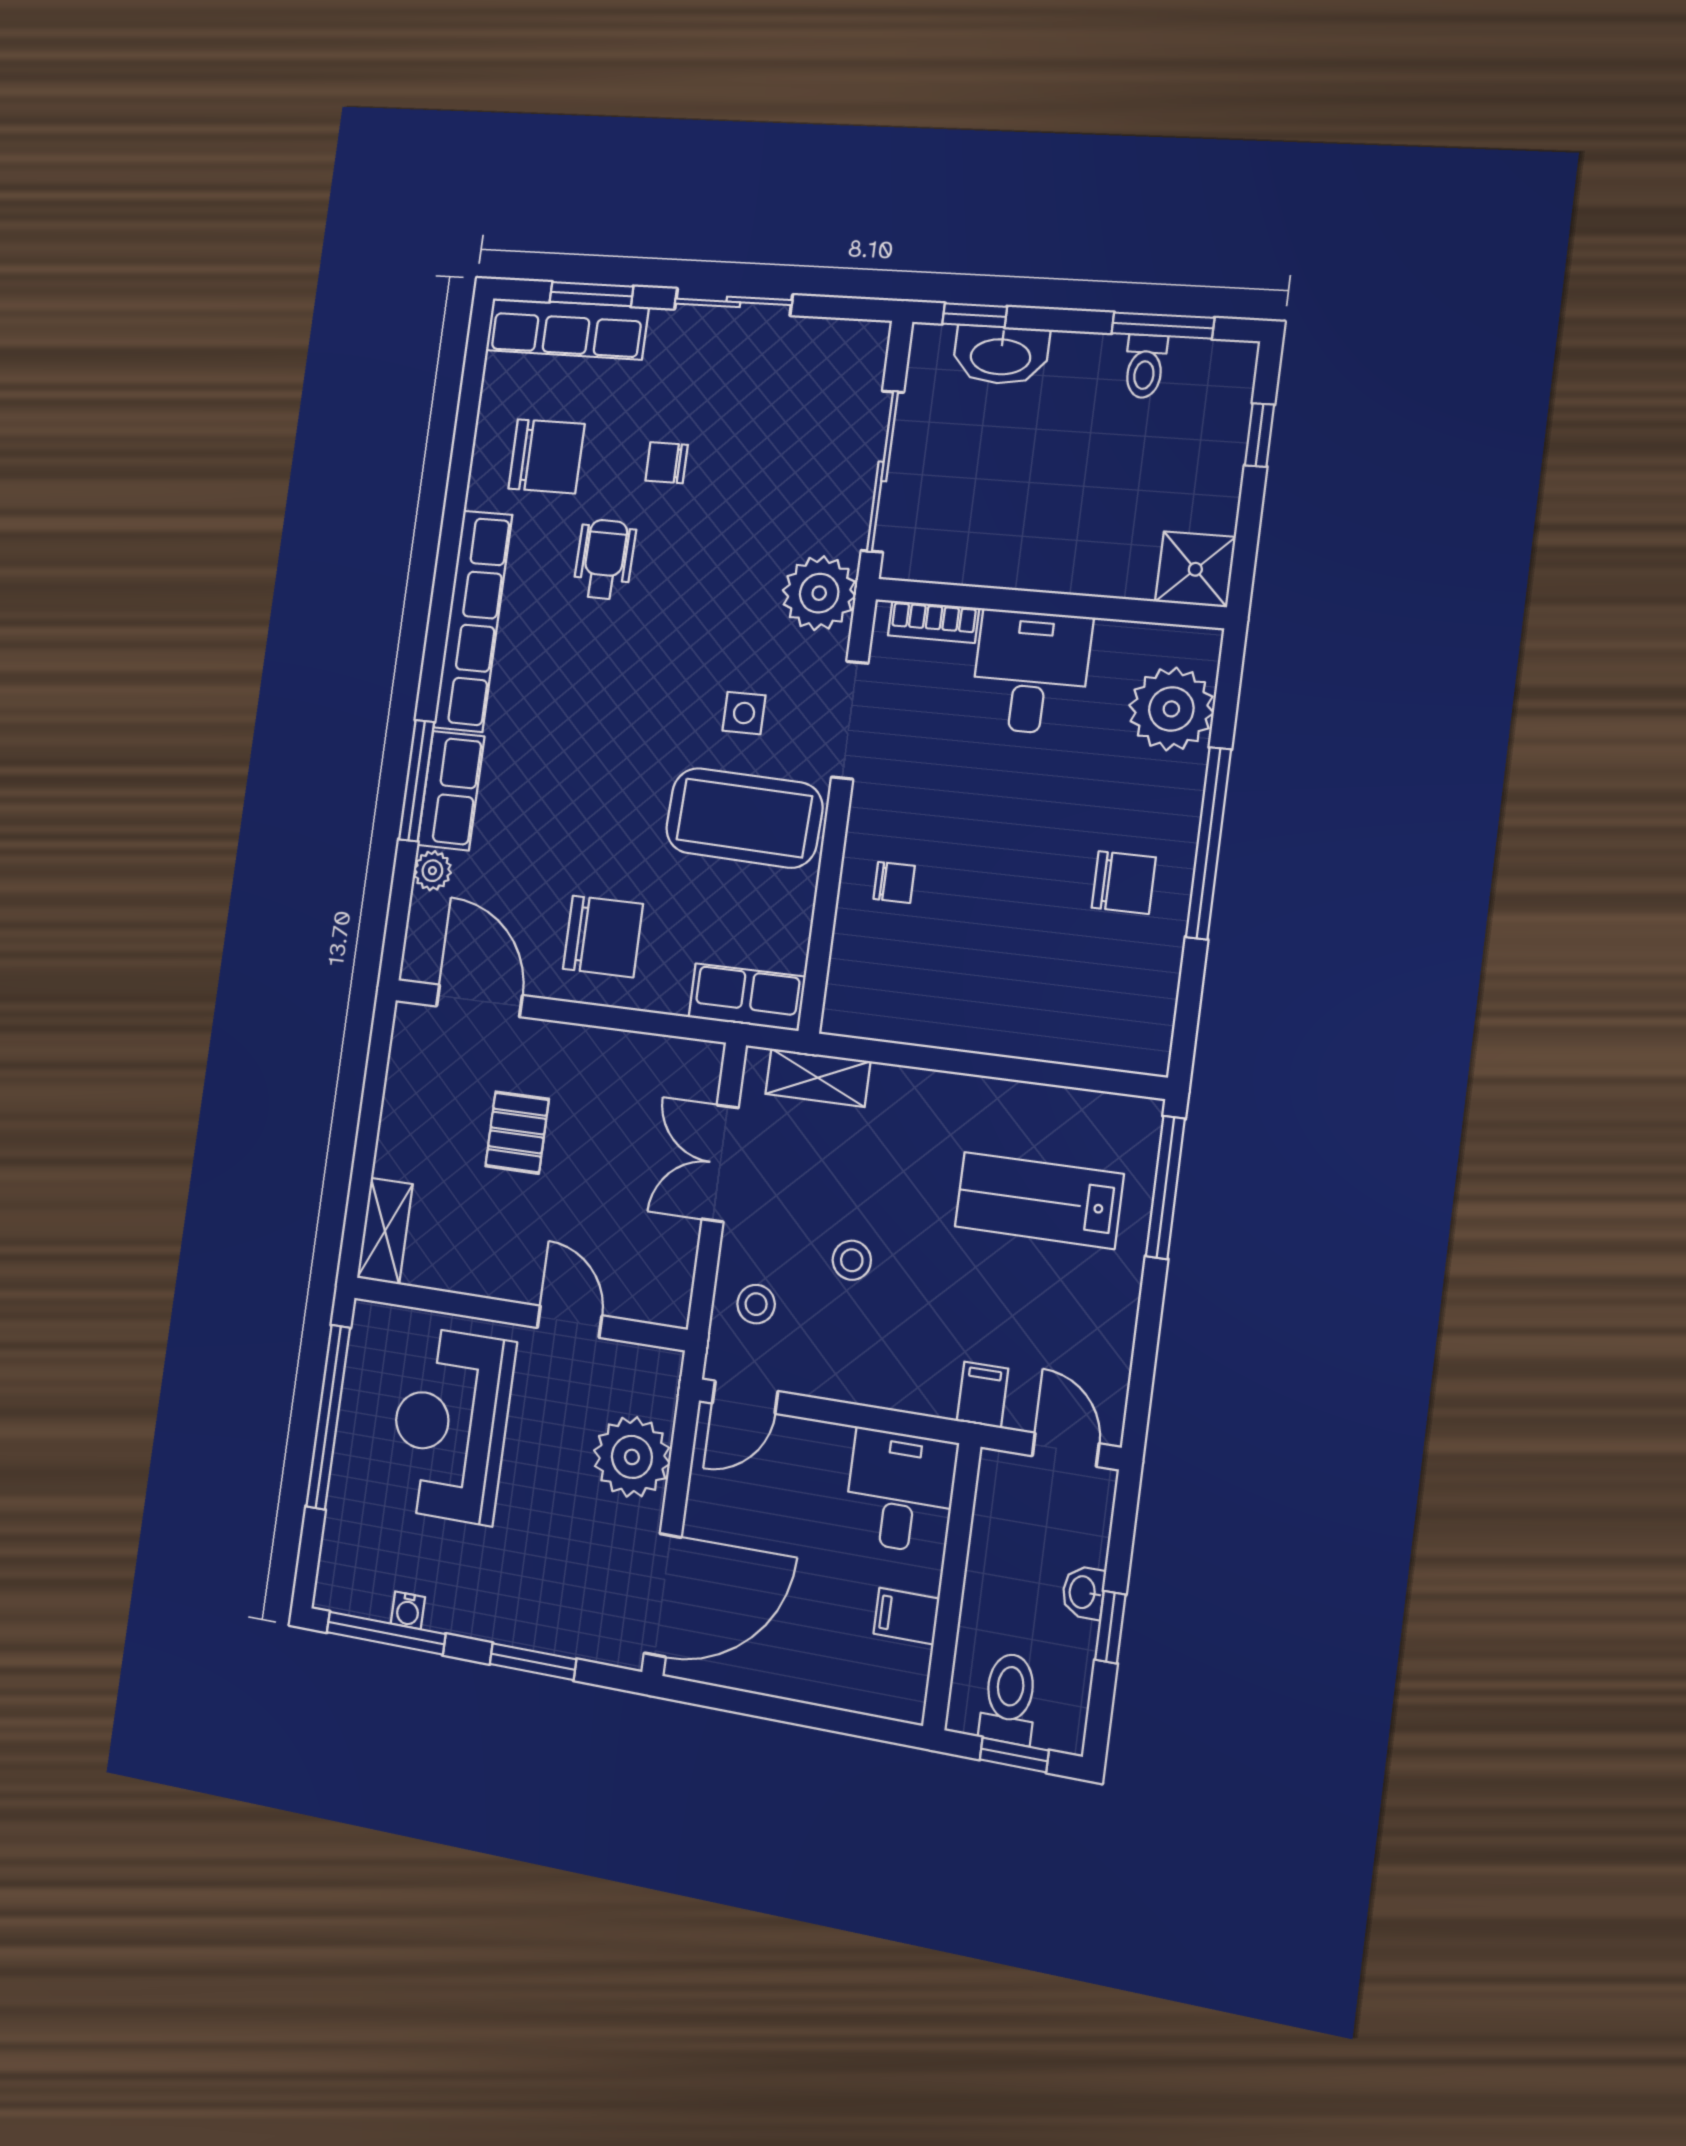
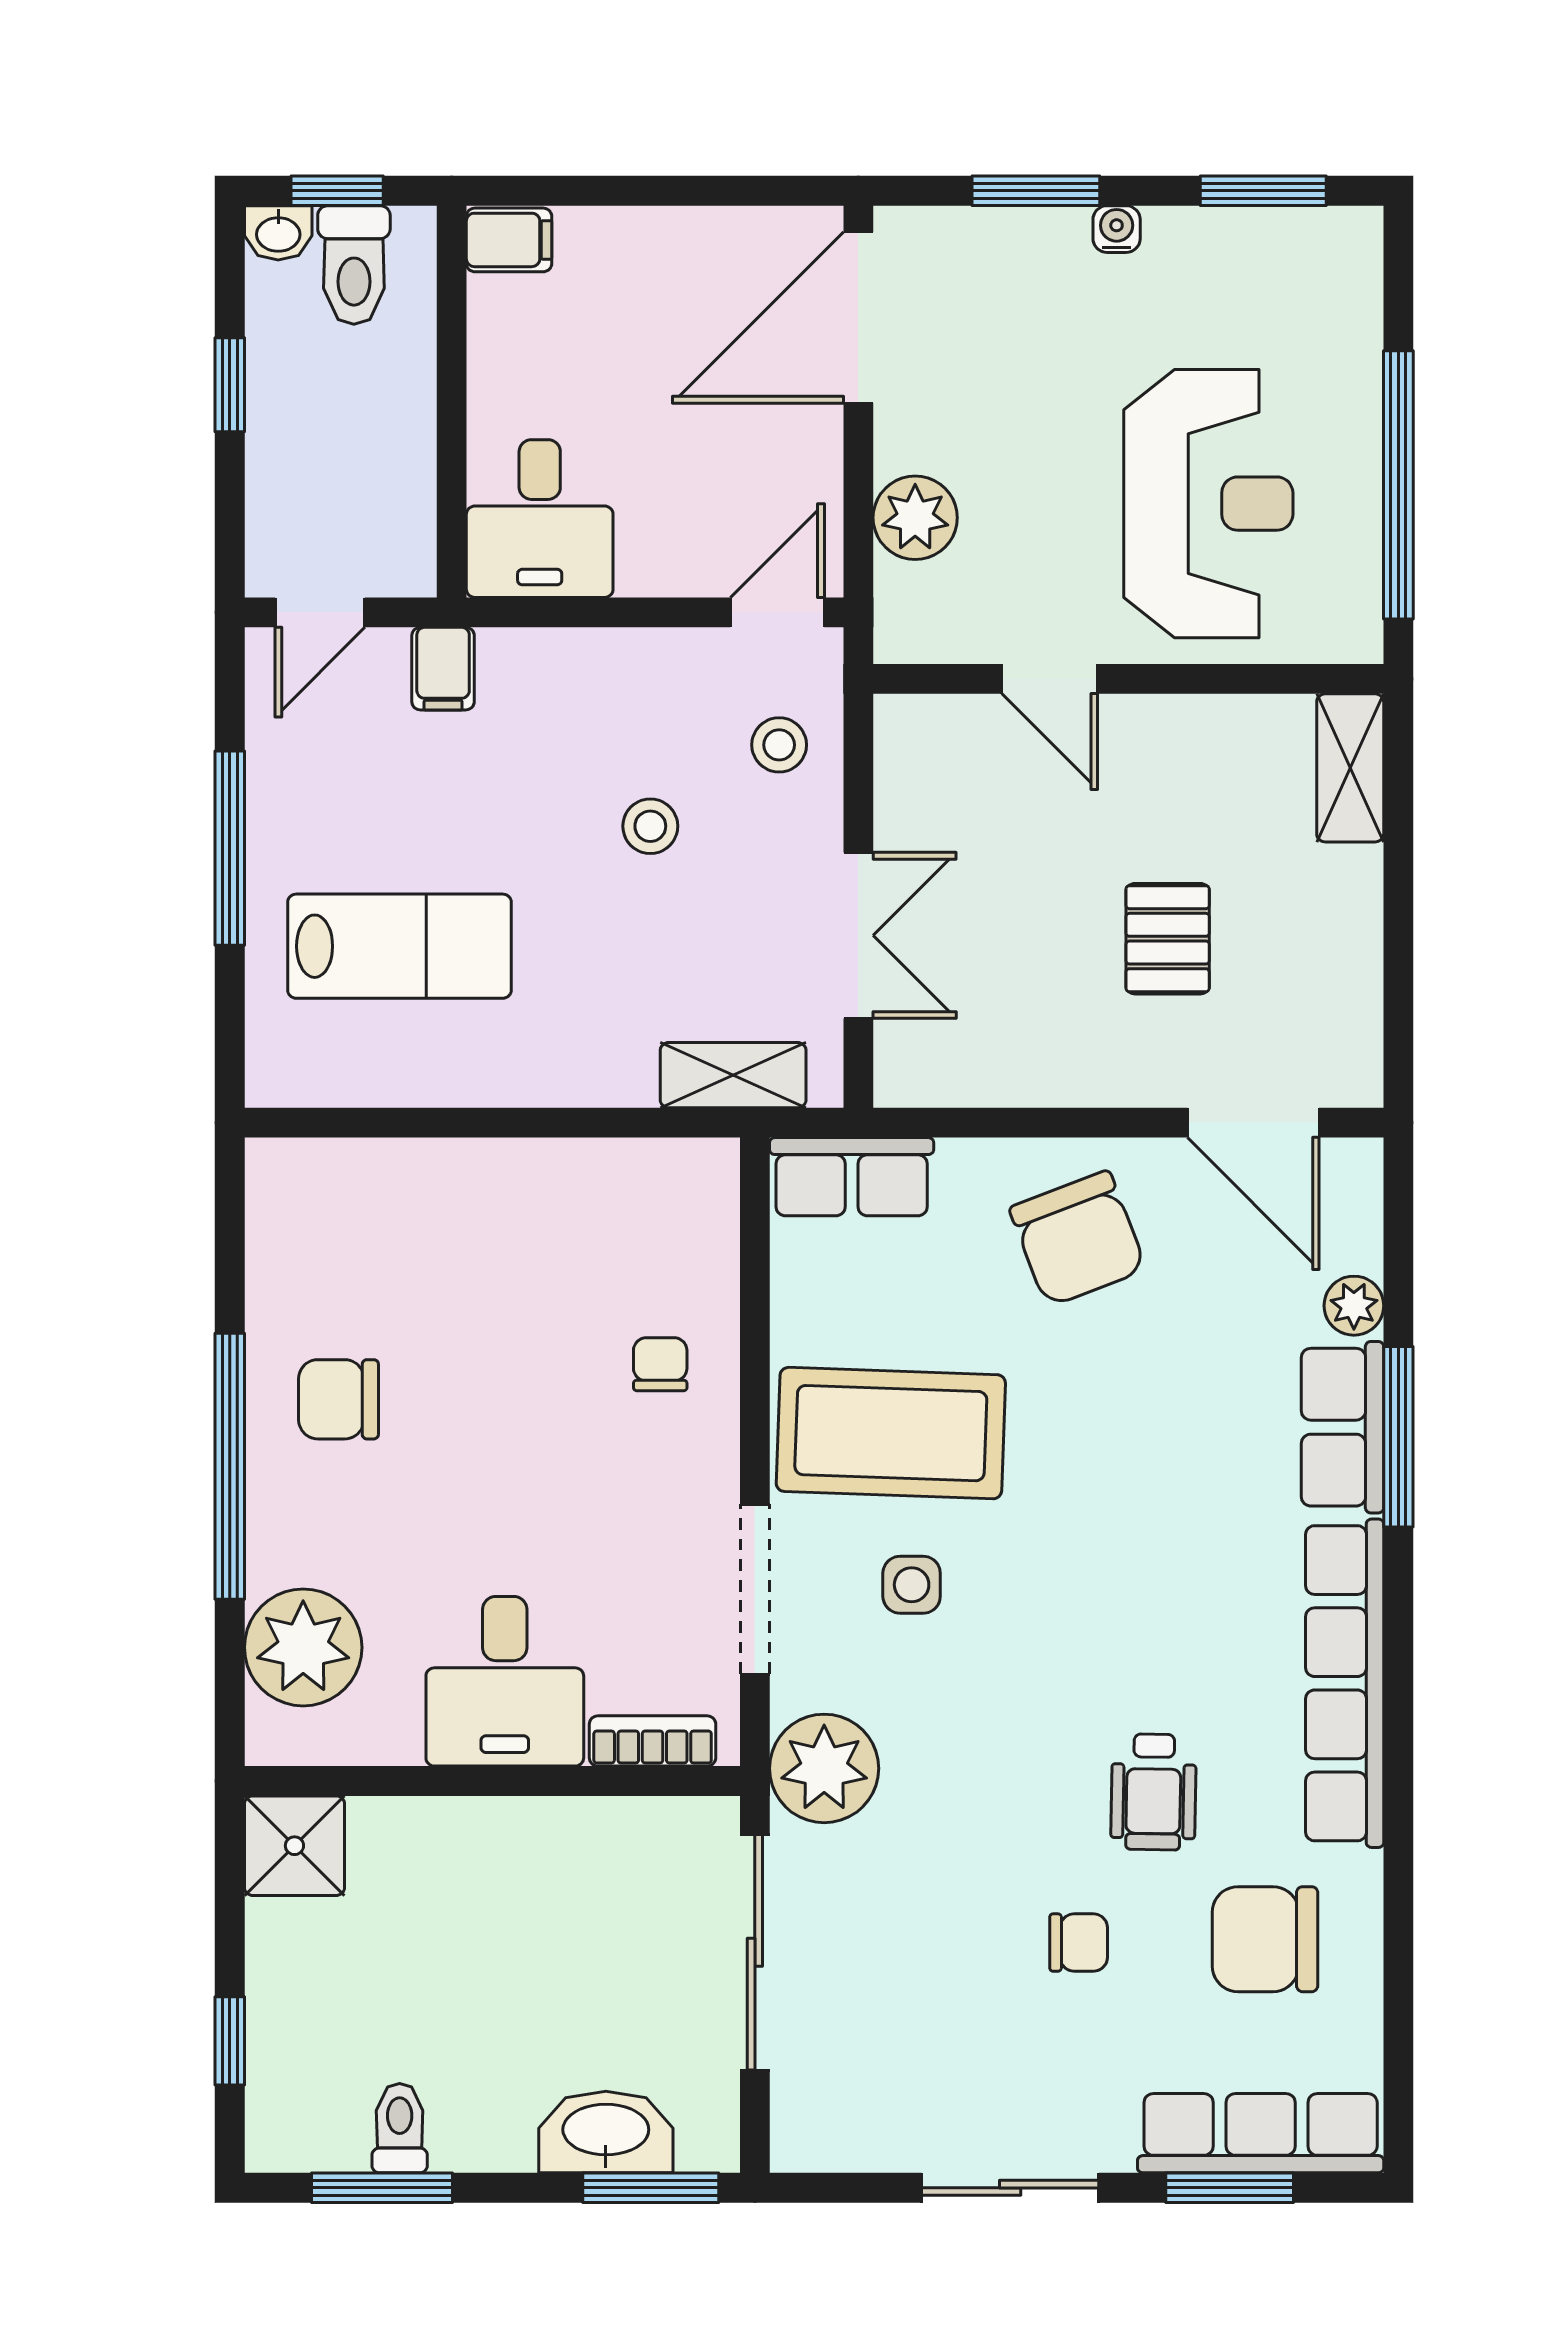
window: (975, 315) -> (651, 2188), width x1.50
chair: (894, 882) -> (660, 1364), turned 90
chair: (603, 936) -> (1078, 1239), turned -111
window: (1165, 1187) -> (230, 848), moved
door: (1066, 1450) -> (320, 612), hinge flipped
plant: (632, 1457) -> (915, 518), width x0.73, depth x0.73
washbasin: (1083, 1592) -> (278, 233), moved, turned 90
water cooler: (408, 1610) -> (1117, 229), moved
filing cabinet: (906, 1616) -> (509, 240), moved
window: (386, 1633) -> (1263, 191), width x0.69

